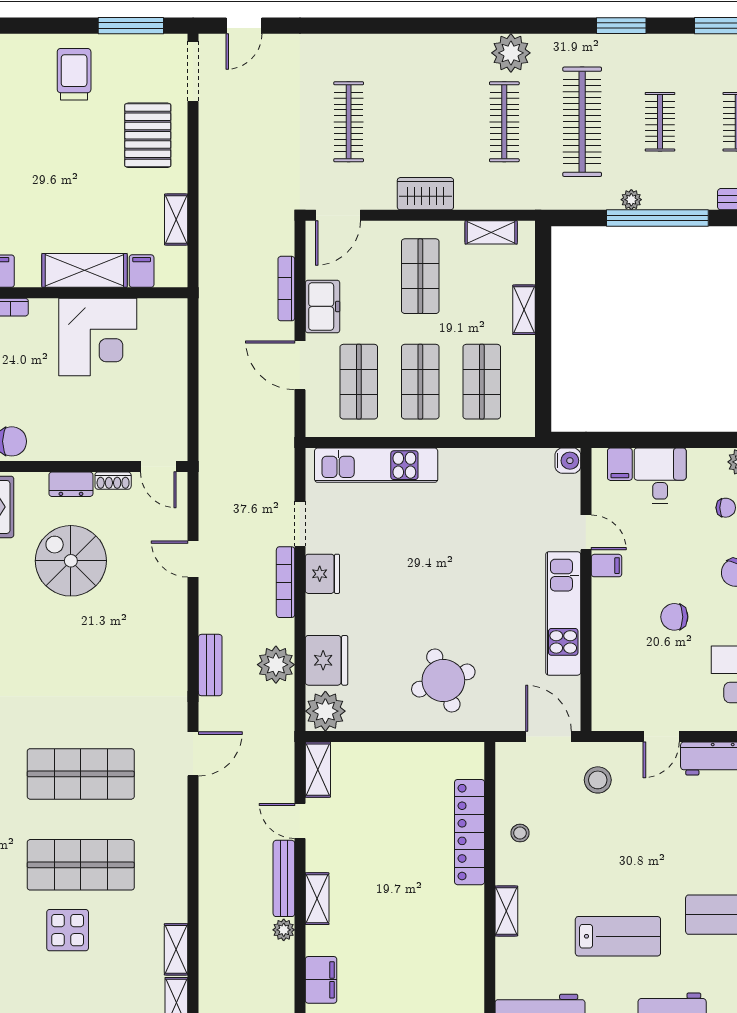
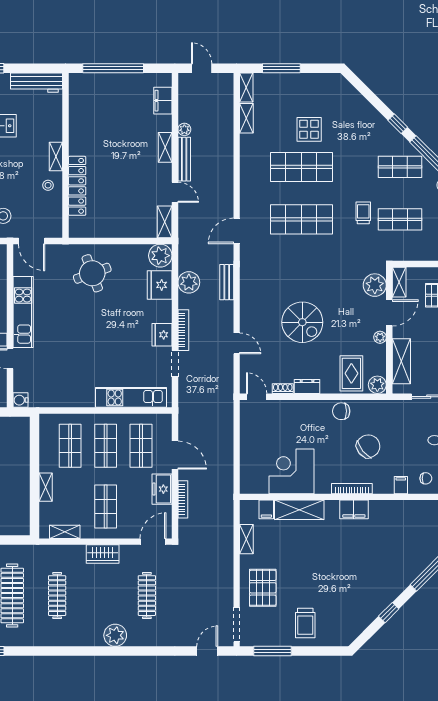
plant: (511, 53) -> (115, 635), moved
spiral stairs: (71, 561) -> (302, 322), moved
shelving: (506, 911) -> (56, 157), moved

